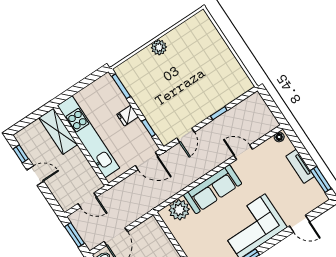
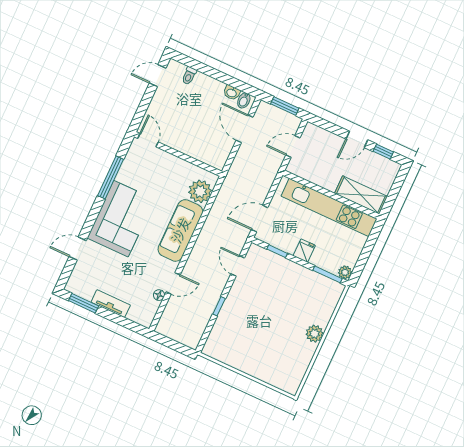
plant: (107, 80) -> (345, 272), added
floor lamp: (279, 137) -> (159, 295), moved

